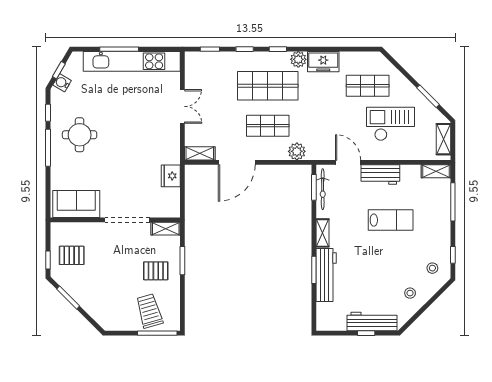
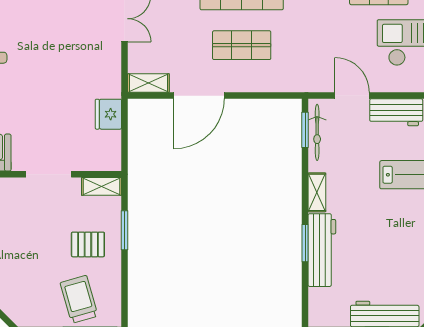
plant: (297, 151) -> (282, 80), removed
doorway: (127, 220) -> (49, 174), width x0.73

